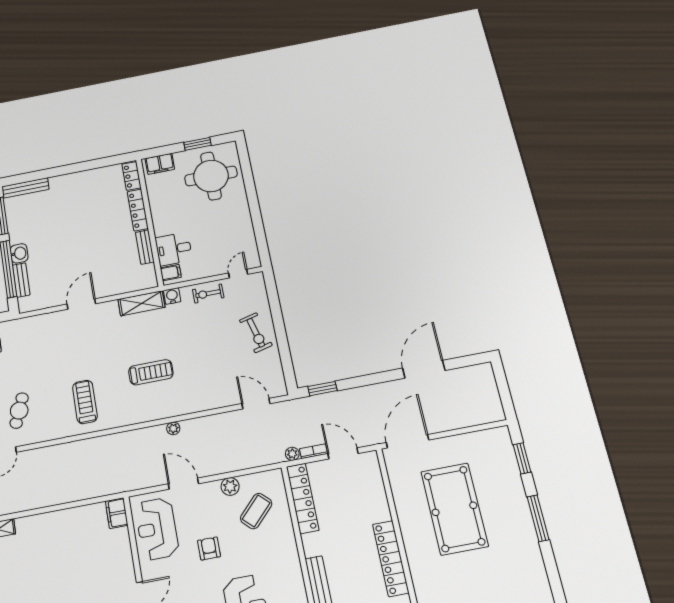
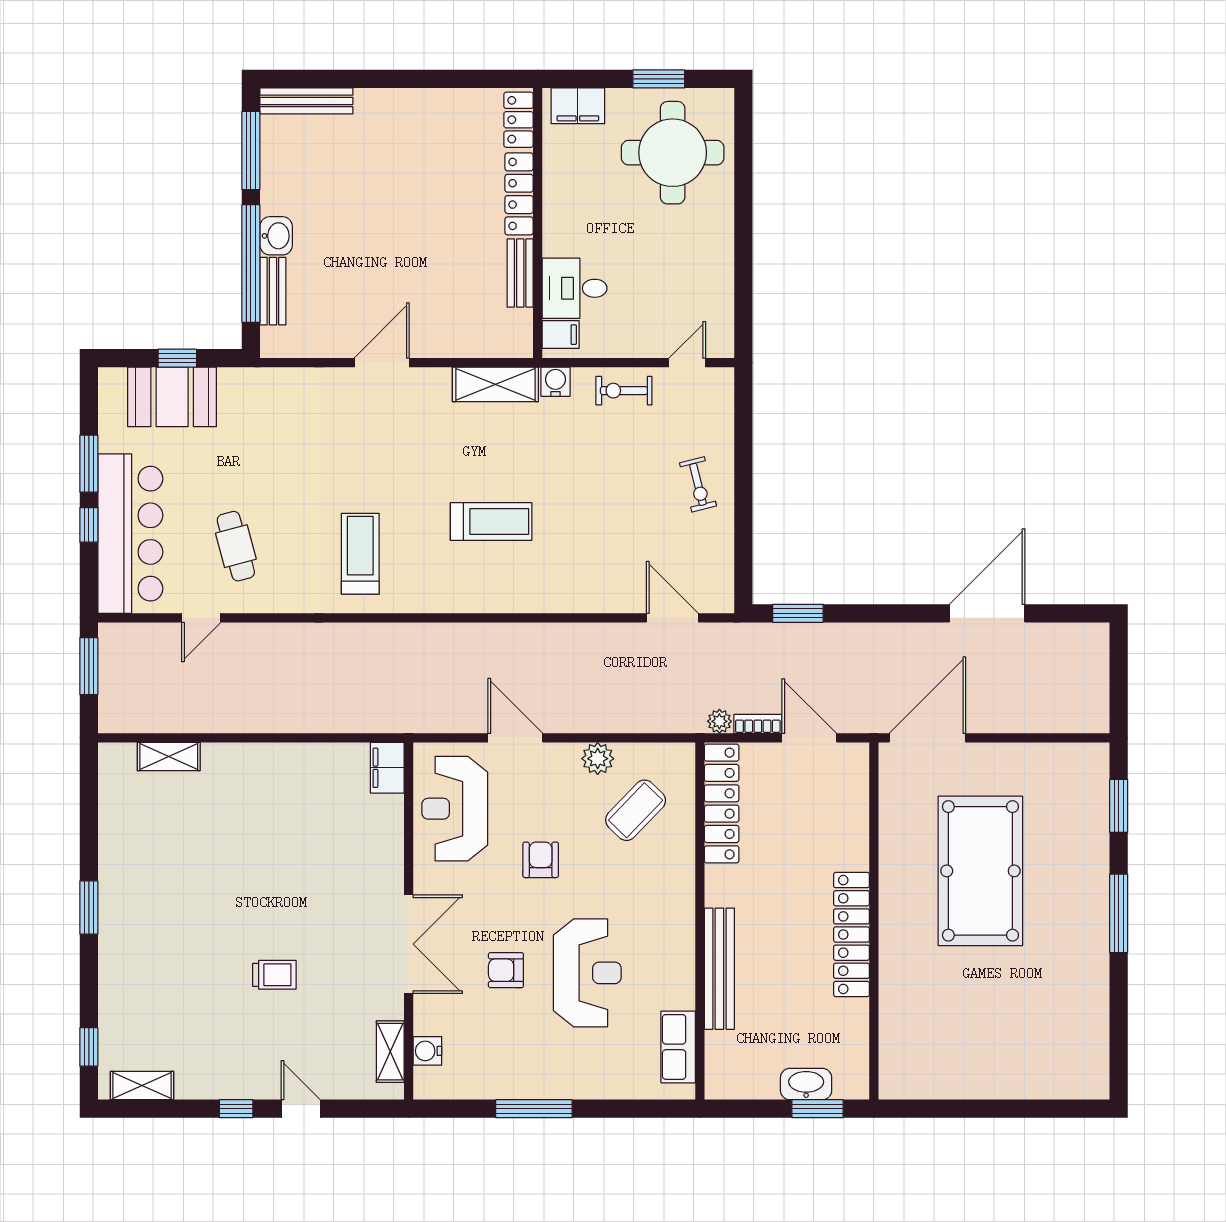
exercise bike: (256, 333) -> (698, 484), width x0.73, depth x0.72
cafe table: (19, 411) -> (236, 546), turned -36
plant: (173, 428) -> (514, 634), removed

